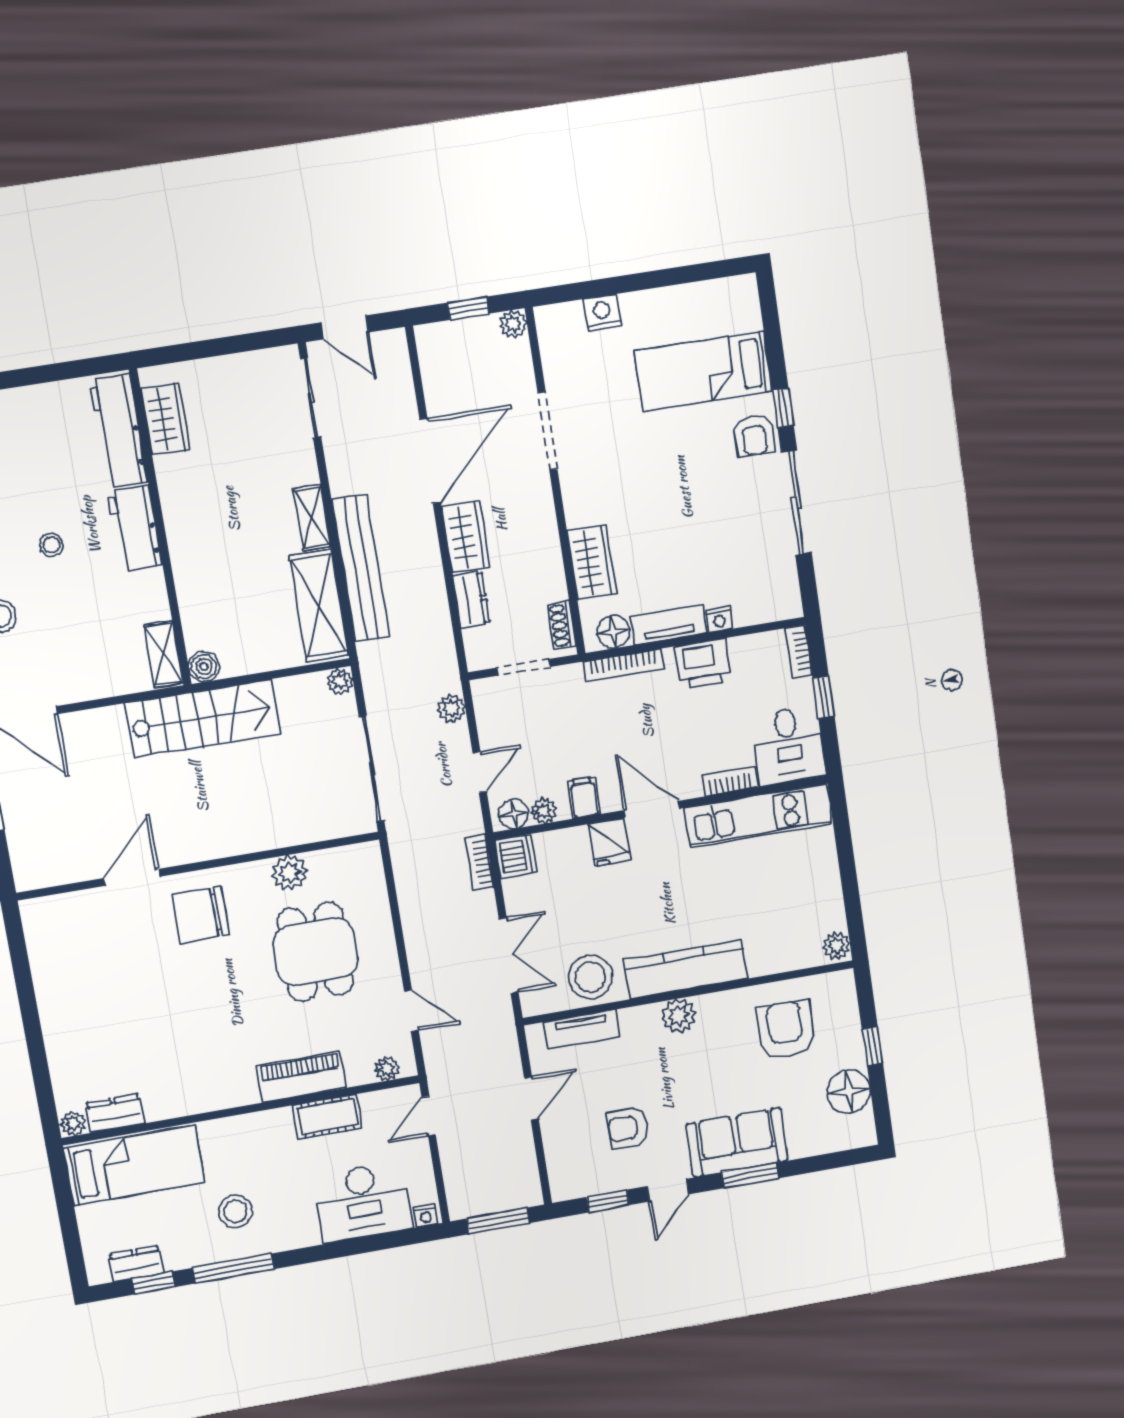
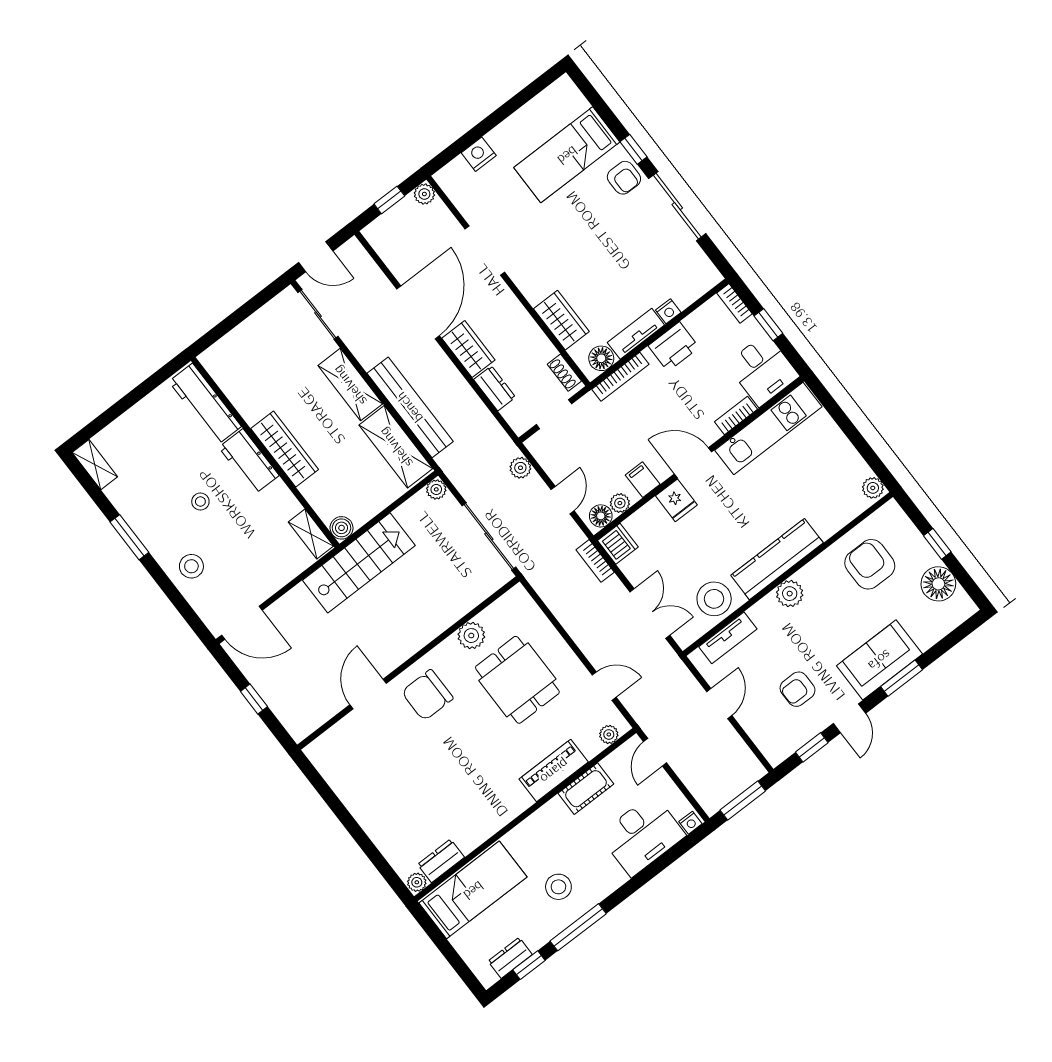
wardrobe: (165, 419) -> (285, 449), moved, width x1.50
shelving: (312, 518) -> (350, 385), width x1.50, depth x1.33

